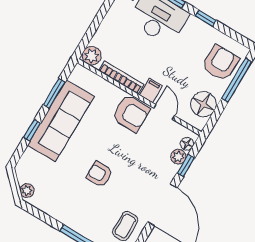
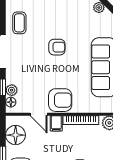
armchair: (131, 113) -> (60, 100), turned 180

